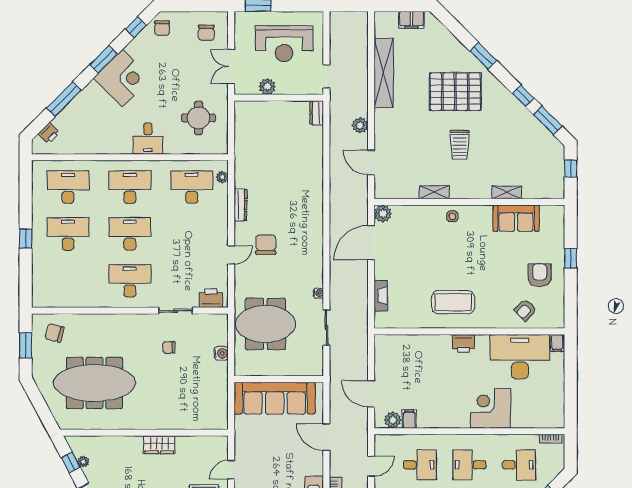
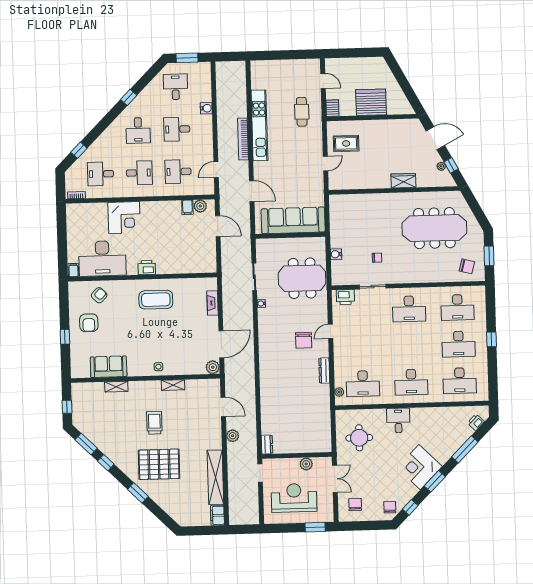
filing cabinet: (411, 20) -> (217, 515), moved, turned -90
desk: (130, 234) -> (457, 307), moved
wardrobe: (159, 445) -> (403, 181), moved

